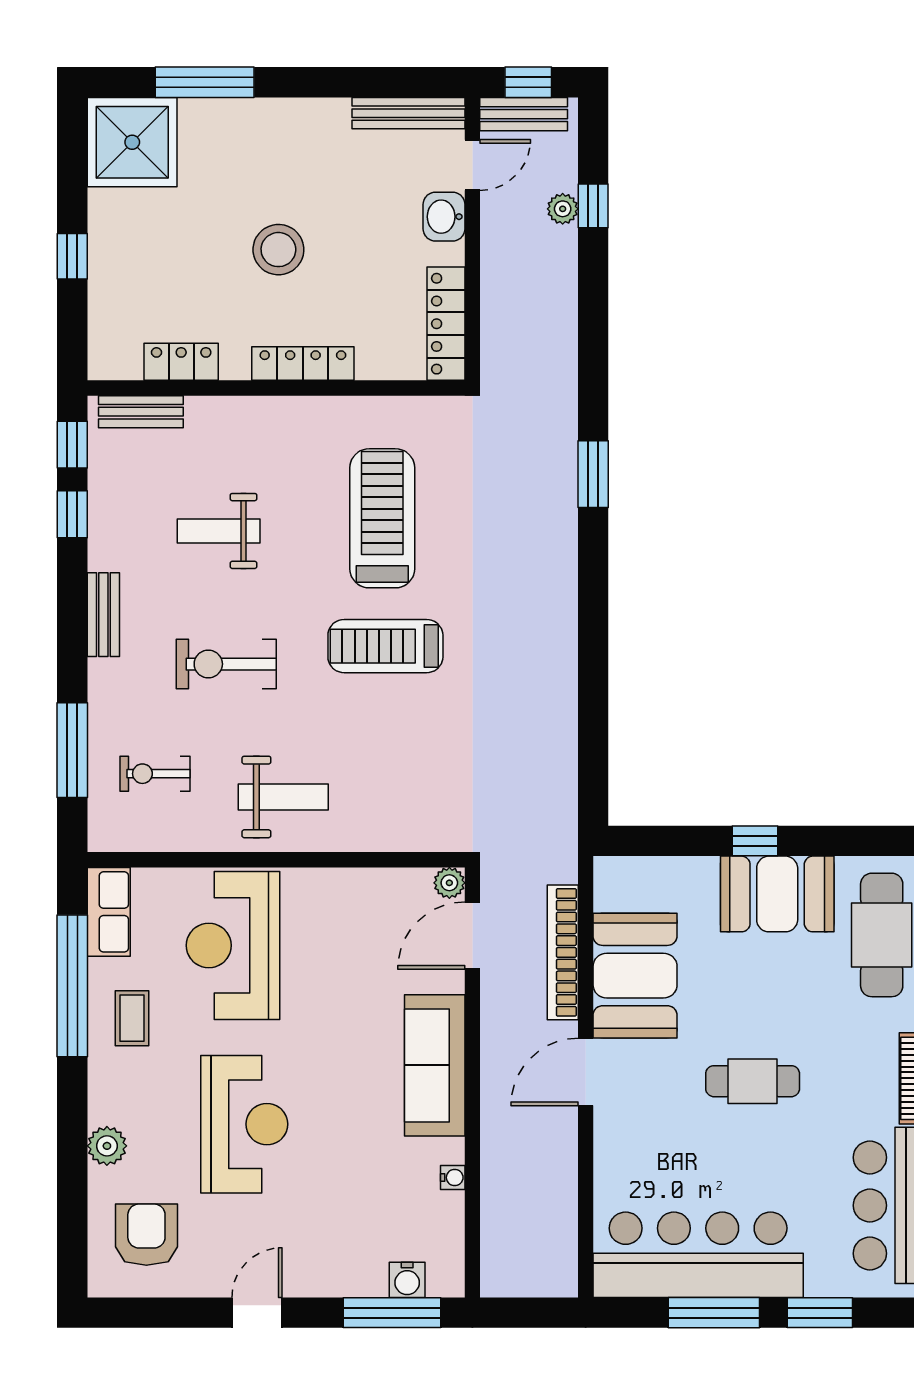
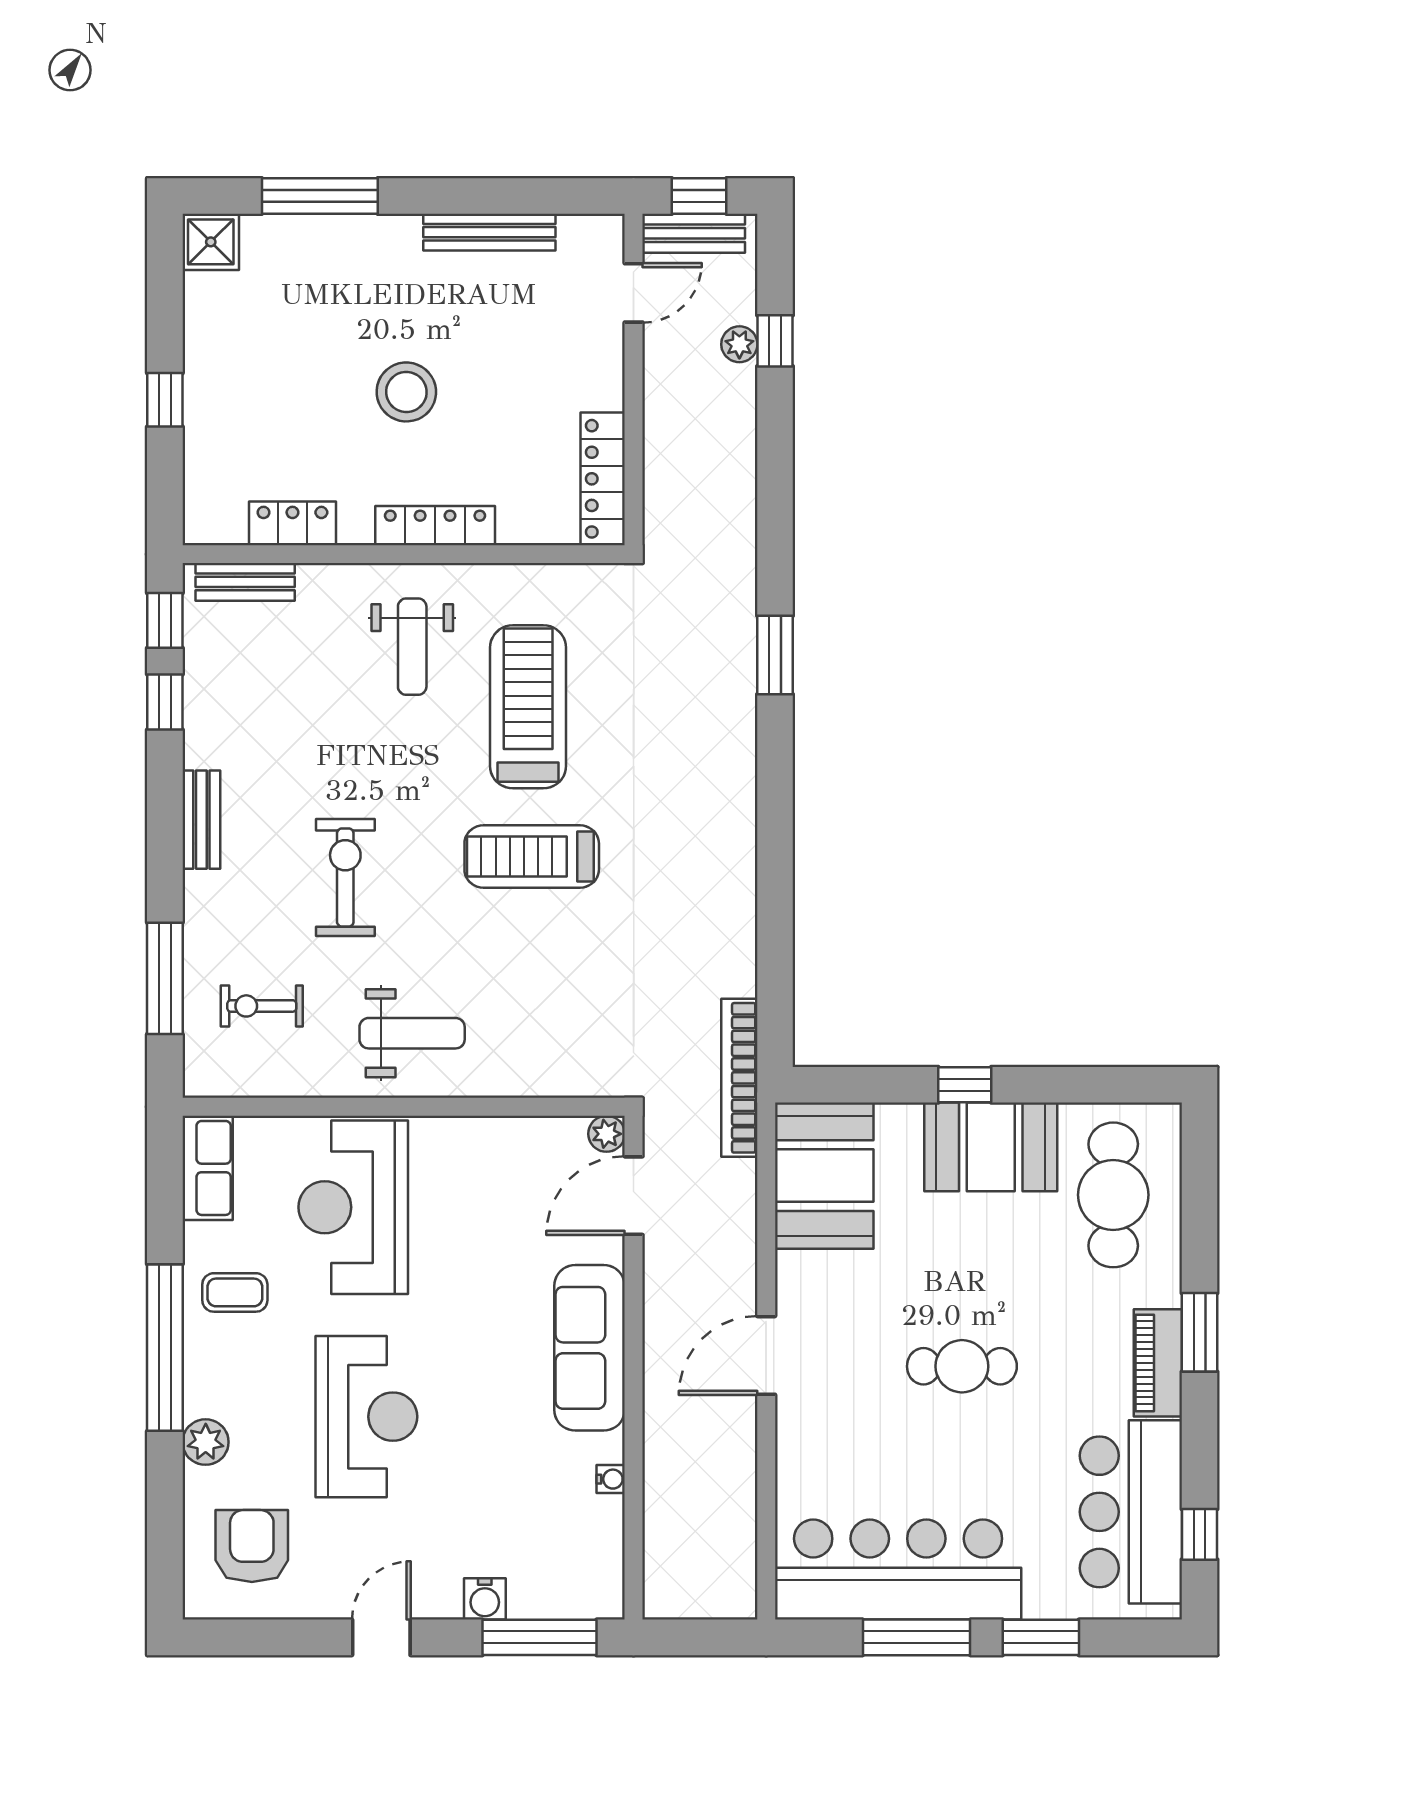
bench: (409, 113) -> (489, 232), moved
shower: (132, 142) -> (211, 242), width x0.54, depth x0.54
washbasin: (444, 217) -> (600, 353), removed
weight bench: (219, 531) -> (412, 647), moved, turned -90
exercise bike: (226, 664) -> (345, 878), turned 90
bookcase: (563, 952) -> (739, 1078), moved
booth: (635, 976) -> (824, 1176), moved
window: (72, 986) -> (165, 1348), moved
coffee table: (132, 1018) -> (235, 1292), turned 90
water cooler: (407, 1280) -> (485, 1599), moved

